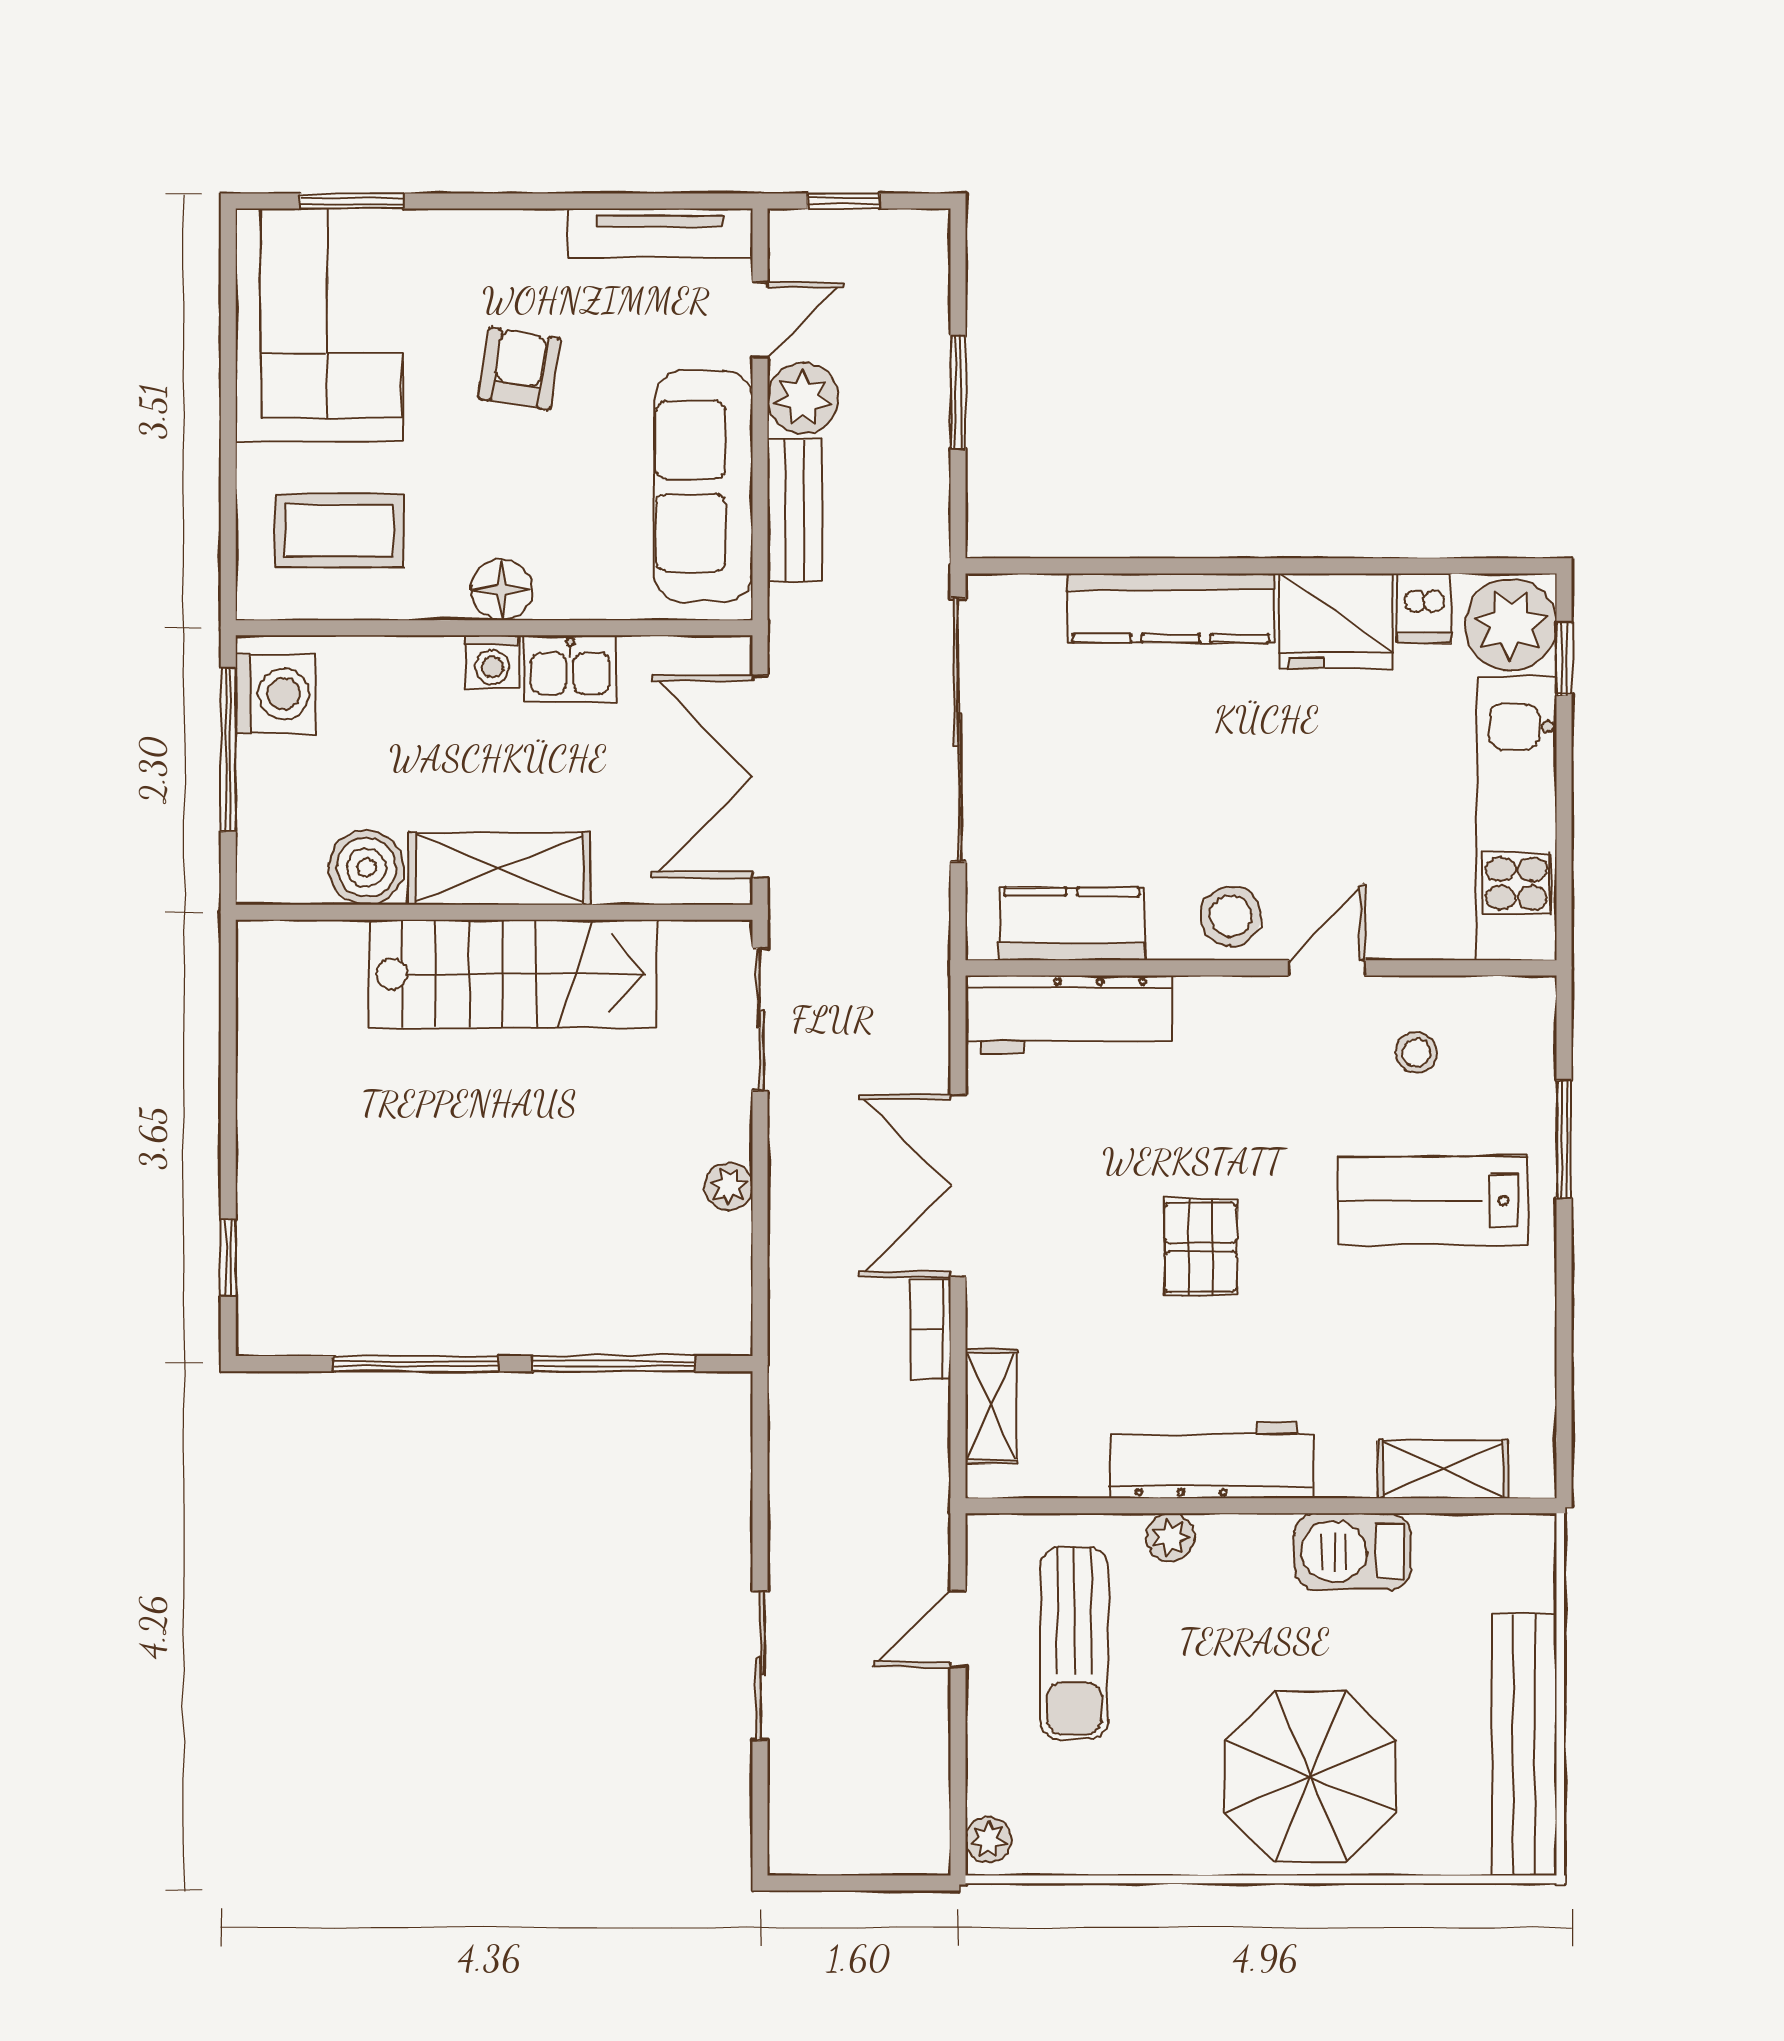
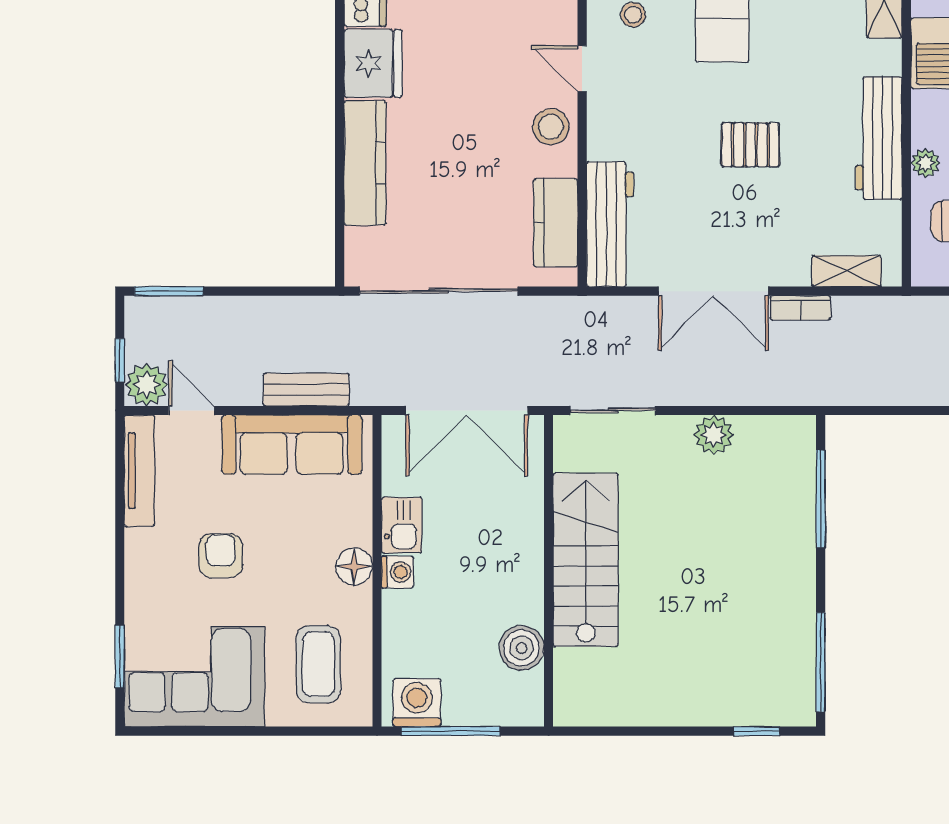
armchair: (519, 369) -> (221, 556), turned 81
window: (958, 392) -> (169, 291), moved
plant: (803, 398) -> (147, 385), moved
shelving: (499, 869) -> (522, 568), removed
plant: (729, 1186) -> (714, 435), width x1.38, depth x1.38
window: (416, 1364) -> (821, 662), moved

